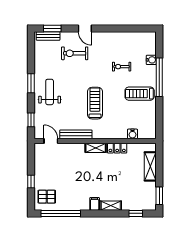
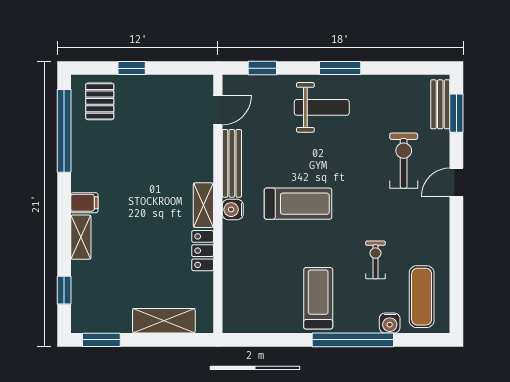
exercise mat: (139, 45) -> (422, 297), added
water cooler: (132, 134) -> (233, 210), moved

